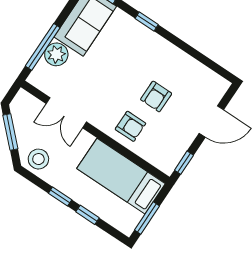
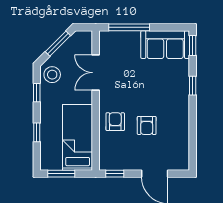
plant: (56, 54) -> (130, 40), removed
armchair: (156, 96) -> (147, 125), turned -90
armchair: (130, 126) -> (115, 122), turned 180
window: (60, 197) -> (37, 93), moved

